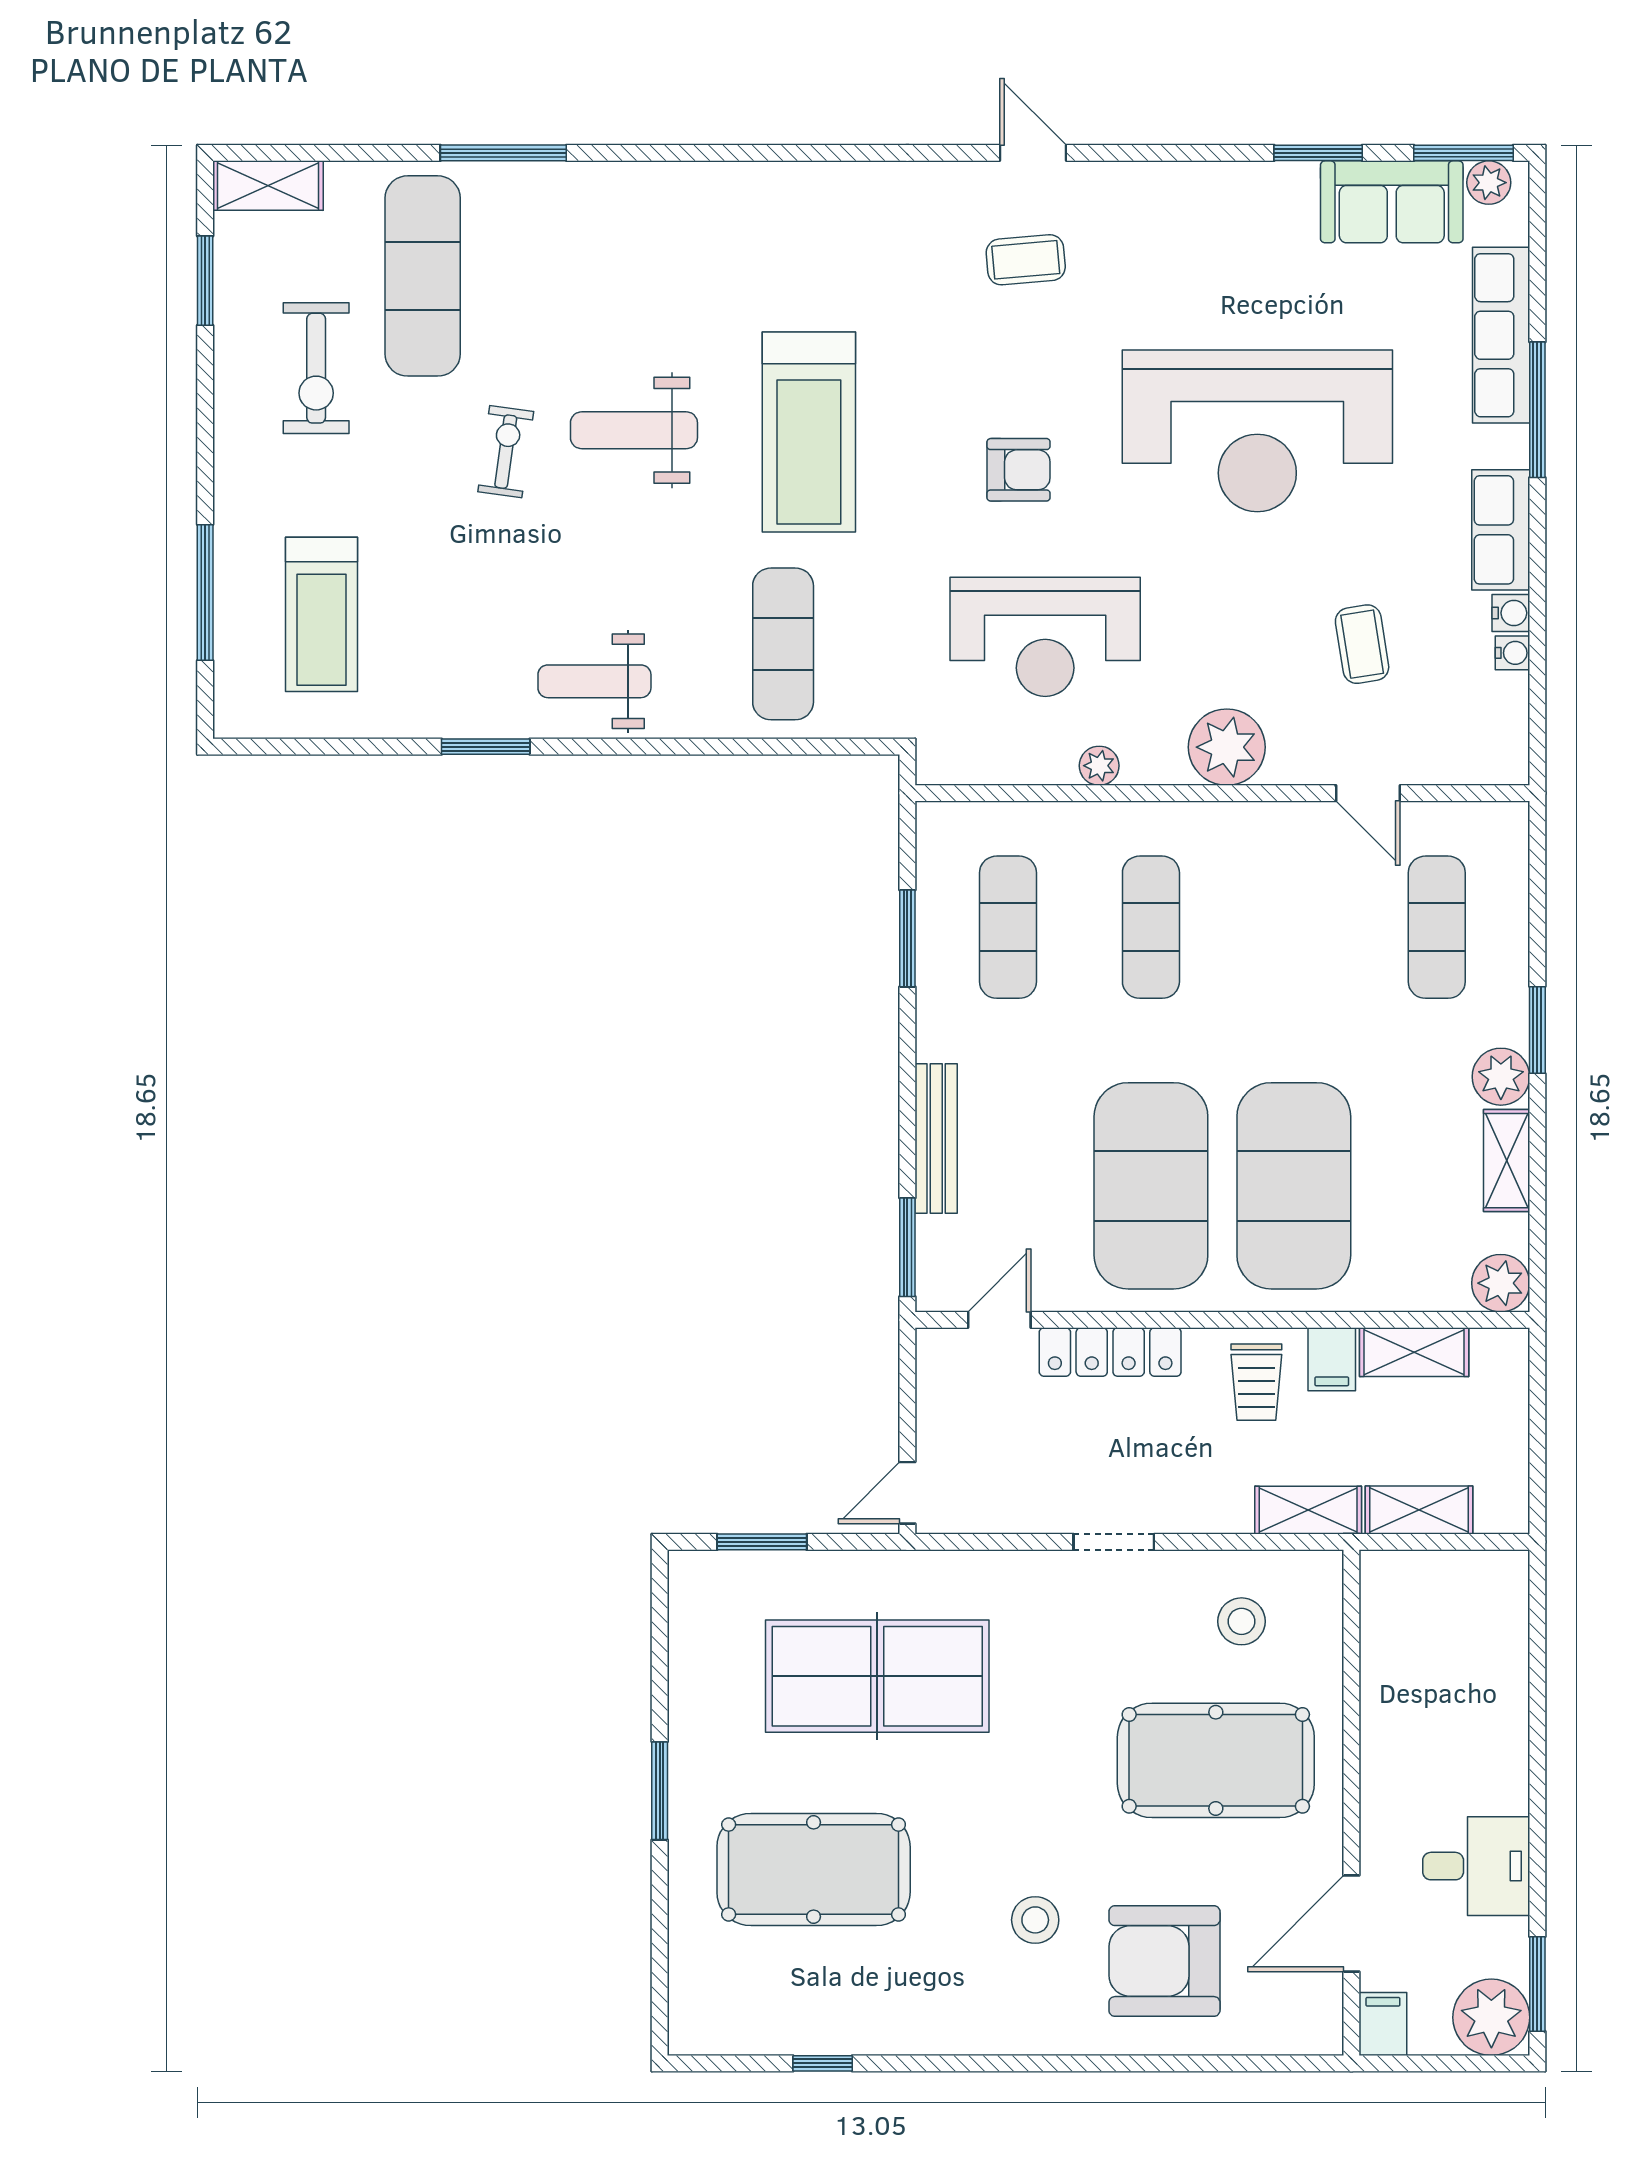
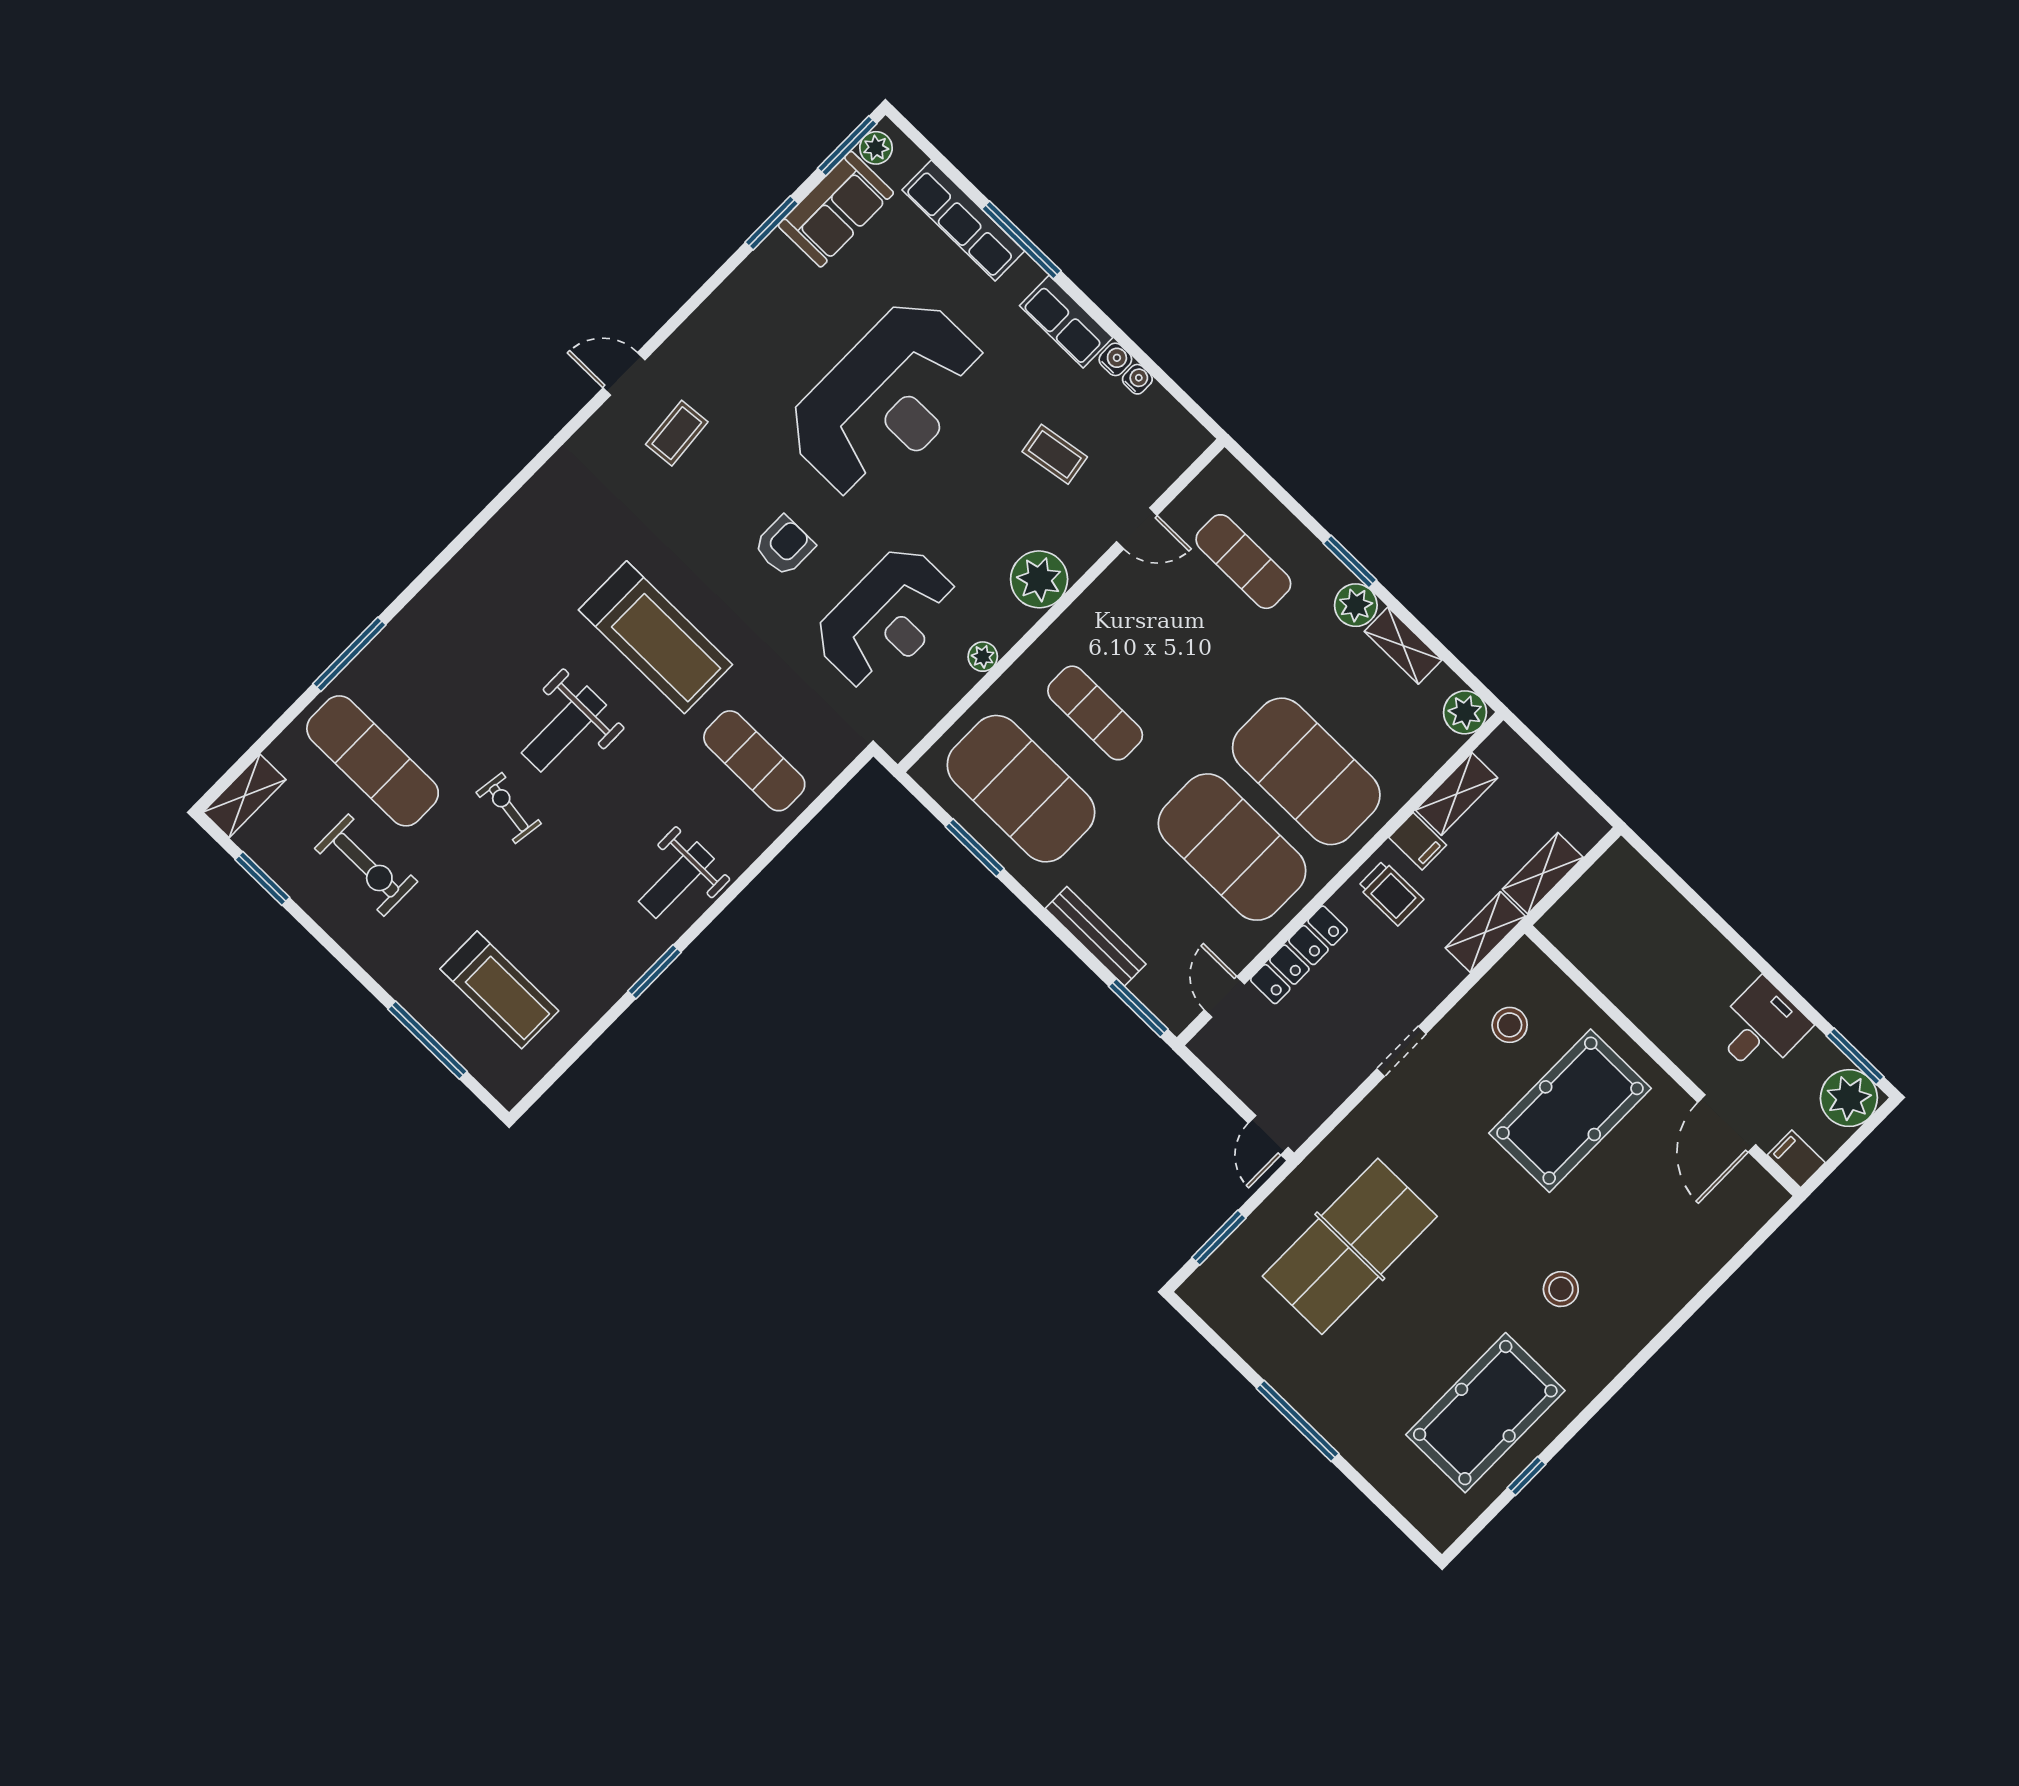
exercise mat: (1008, 927) -> (1021, 789), width x2.00, depth x1.45
window: (660, 1791) -> (1298, 1421), width x1.44
pool table: (814, 1869) -> (1485, 1413), moved
armchair: (1164, 1961) -> (1650, 1242), removed

